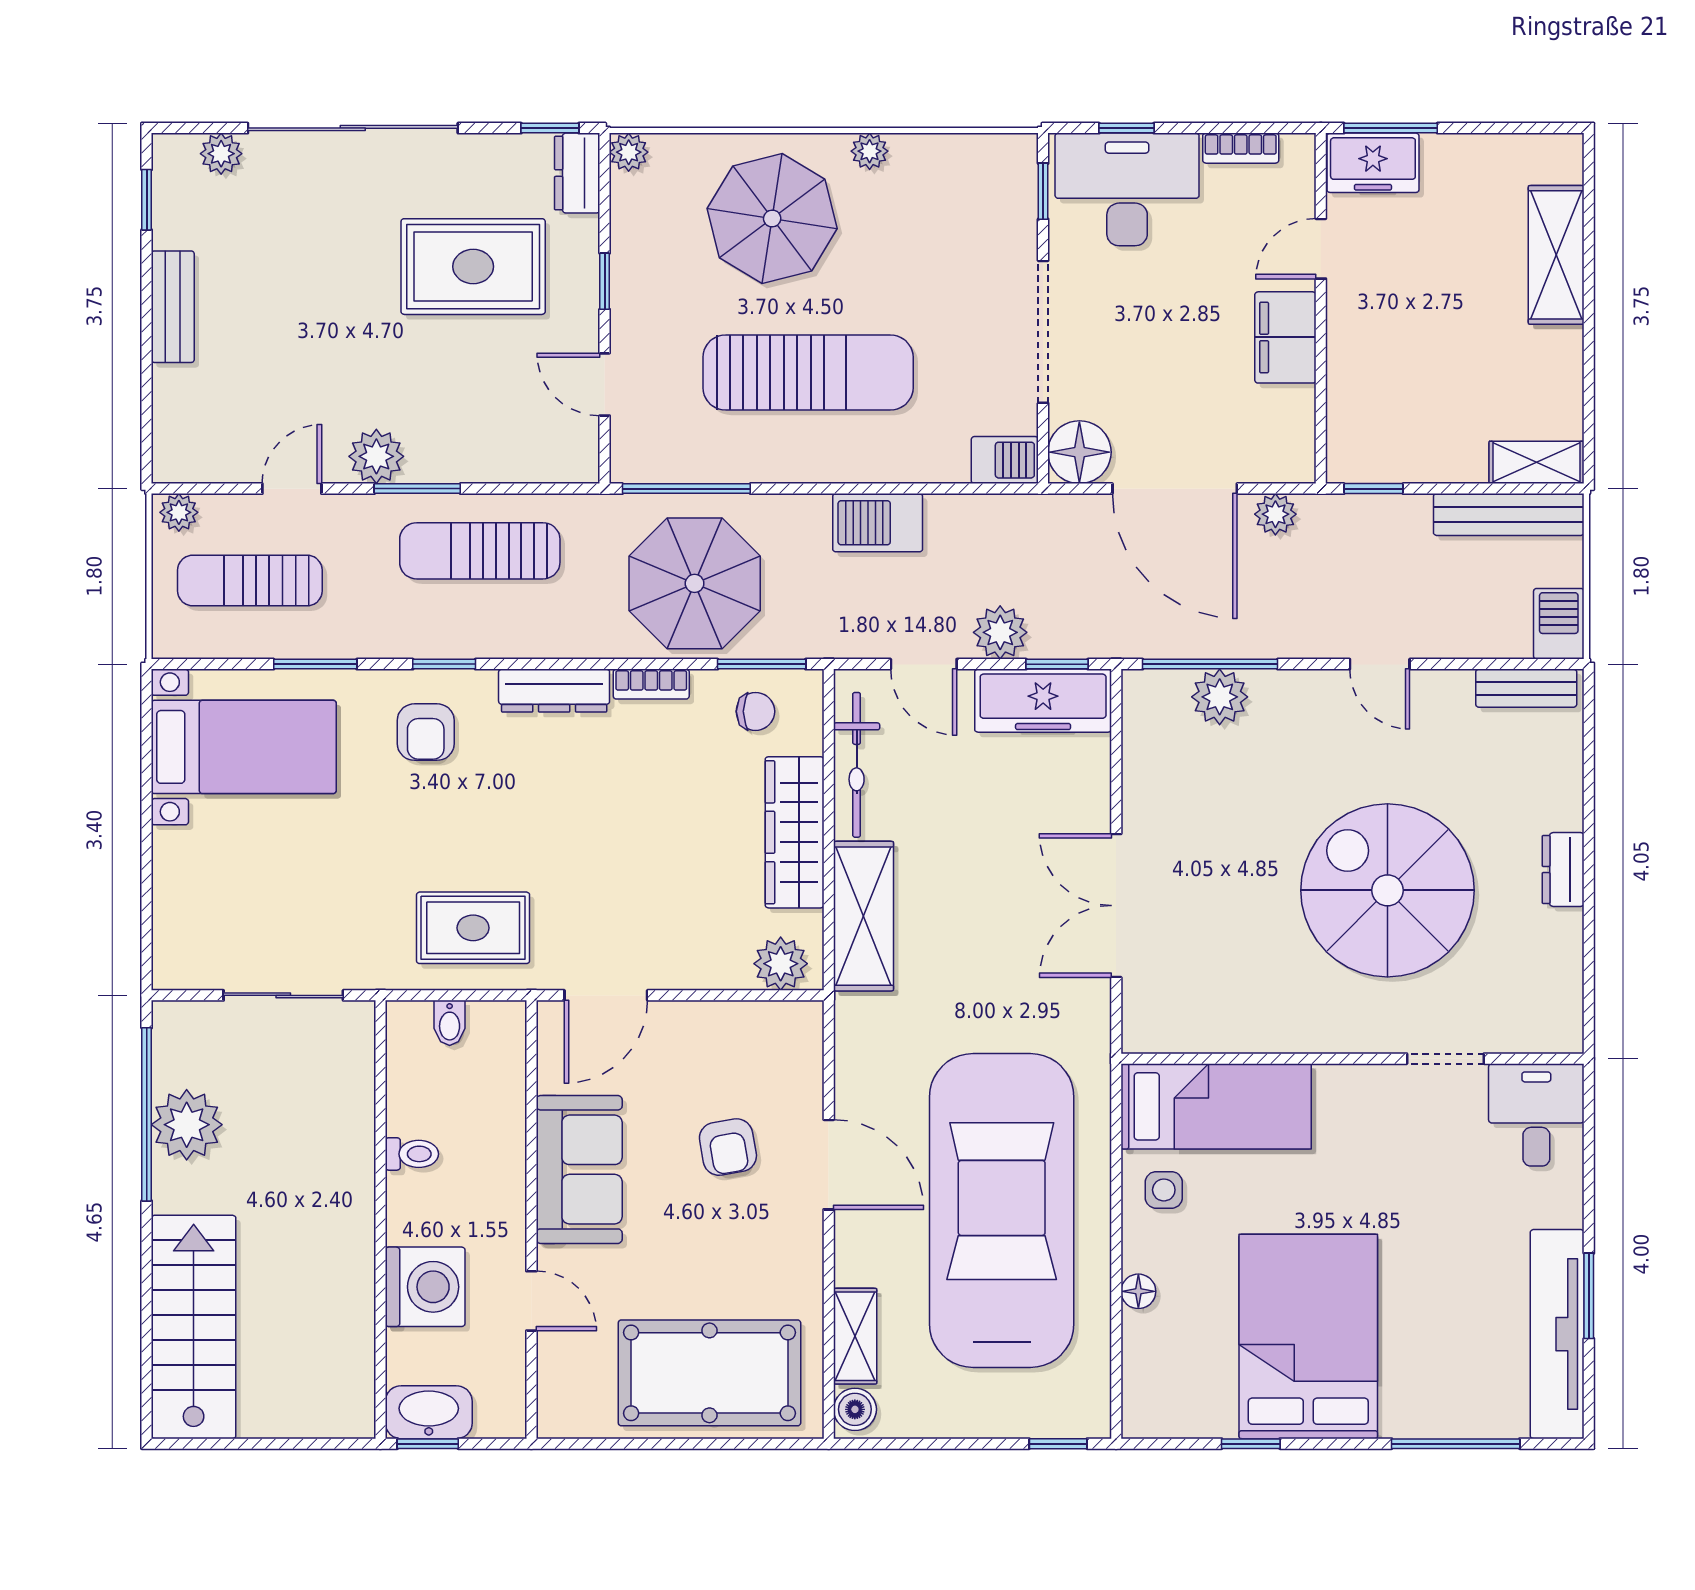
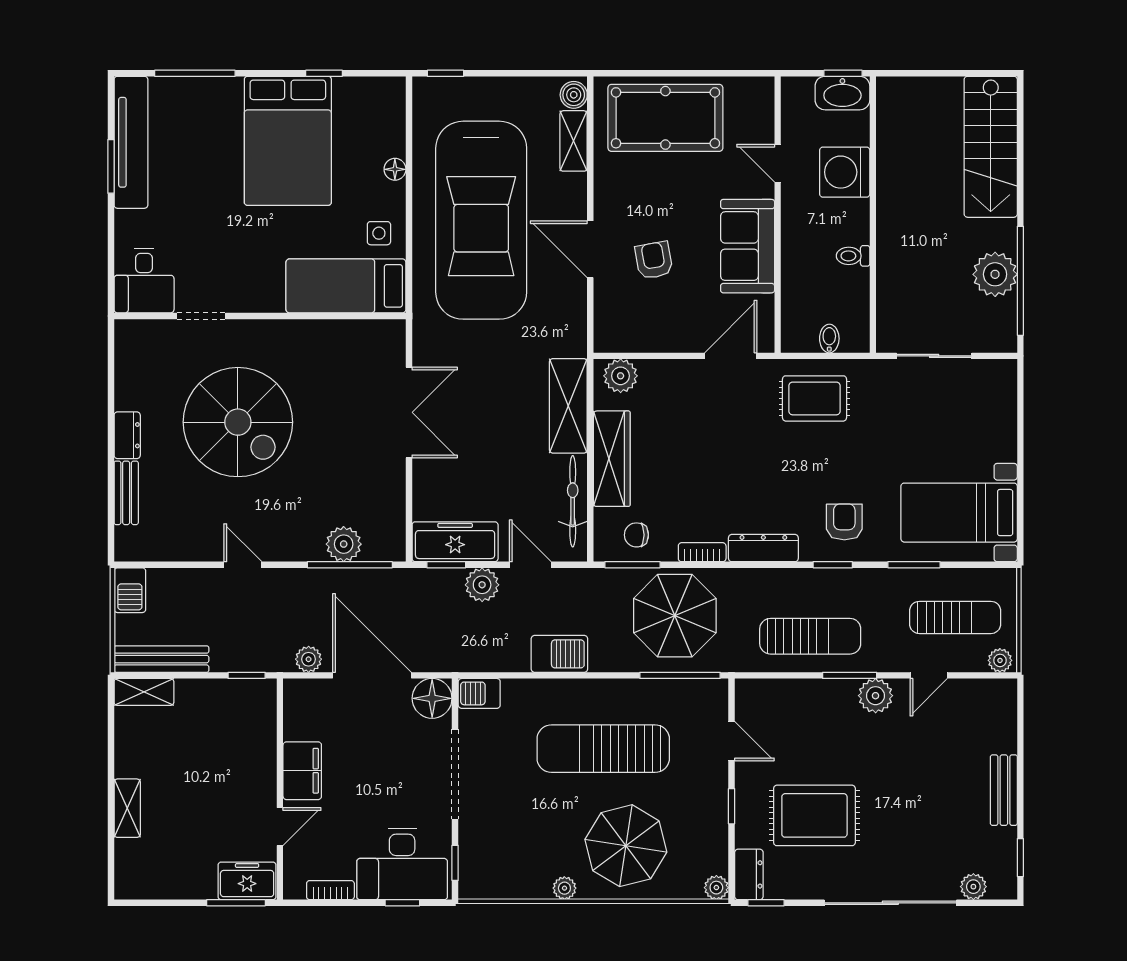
shelving: (1556, 255) -> (127, 808), width x0.67, depth x0.75
bench: (1526, 688) -> (126, 493), moved, turned 90

